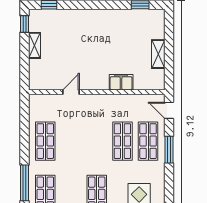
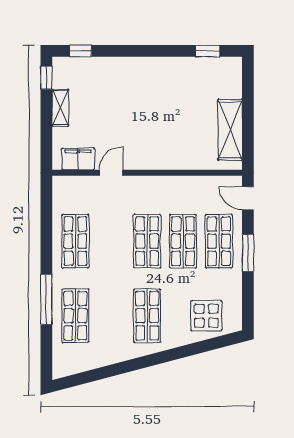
shelving: (158, 54) -> (230, 130), width x1.50, depth x1.33
filing cabinet: (121, 82) -> (78, 159), moved
shop shelf: (97, 141) -> (147, 241), added

